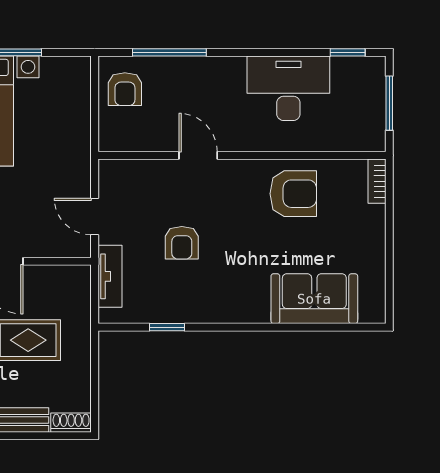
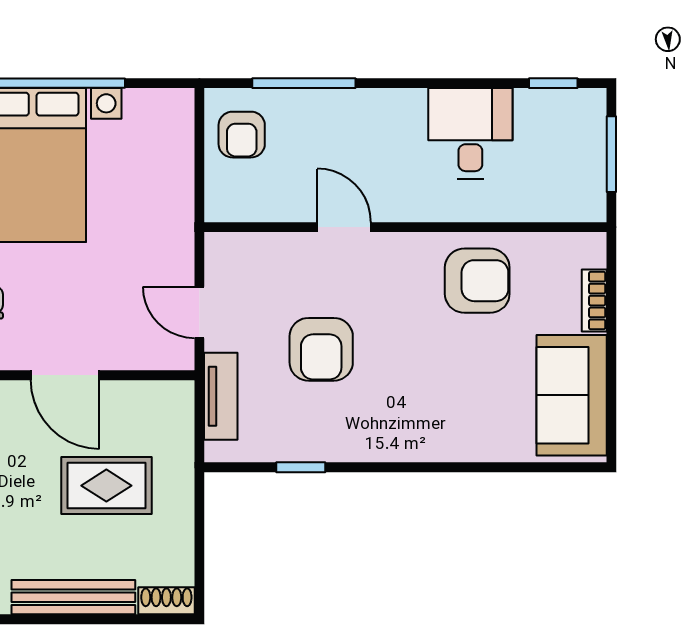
desk: (288, 88) -> (470, 133), width x0.73
bookcase: (377, 181) -> (594, 301), moved
armchair: (182, 243) -> (321, 349), width x1.38, depth x1.38
sofa: (314, 299) -> (572, 395), moved, turned -90

